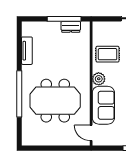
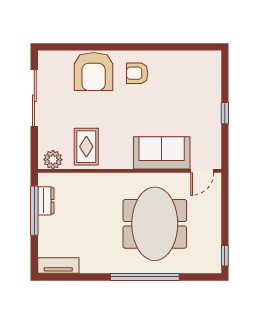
tv unit: (27, 51) -> (58, 266), moved
plant: (99, 79) -> (53, 160), moved
window: (33, 148) -> (225, 256), added

